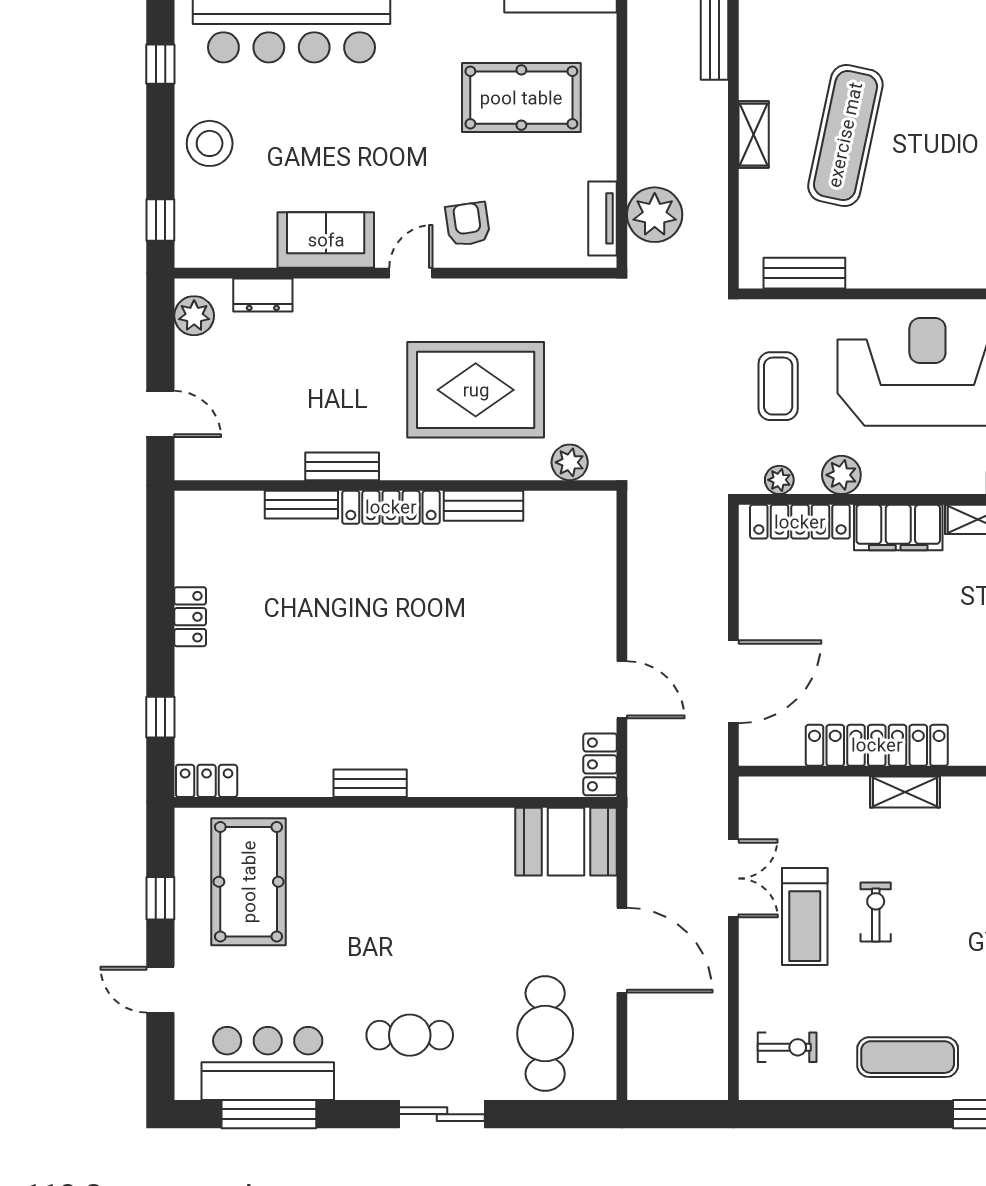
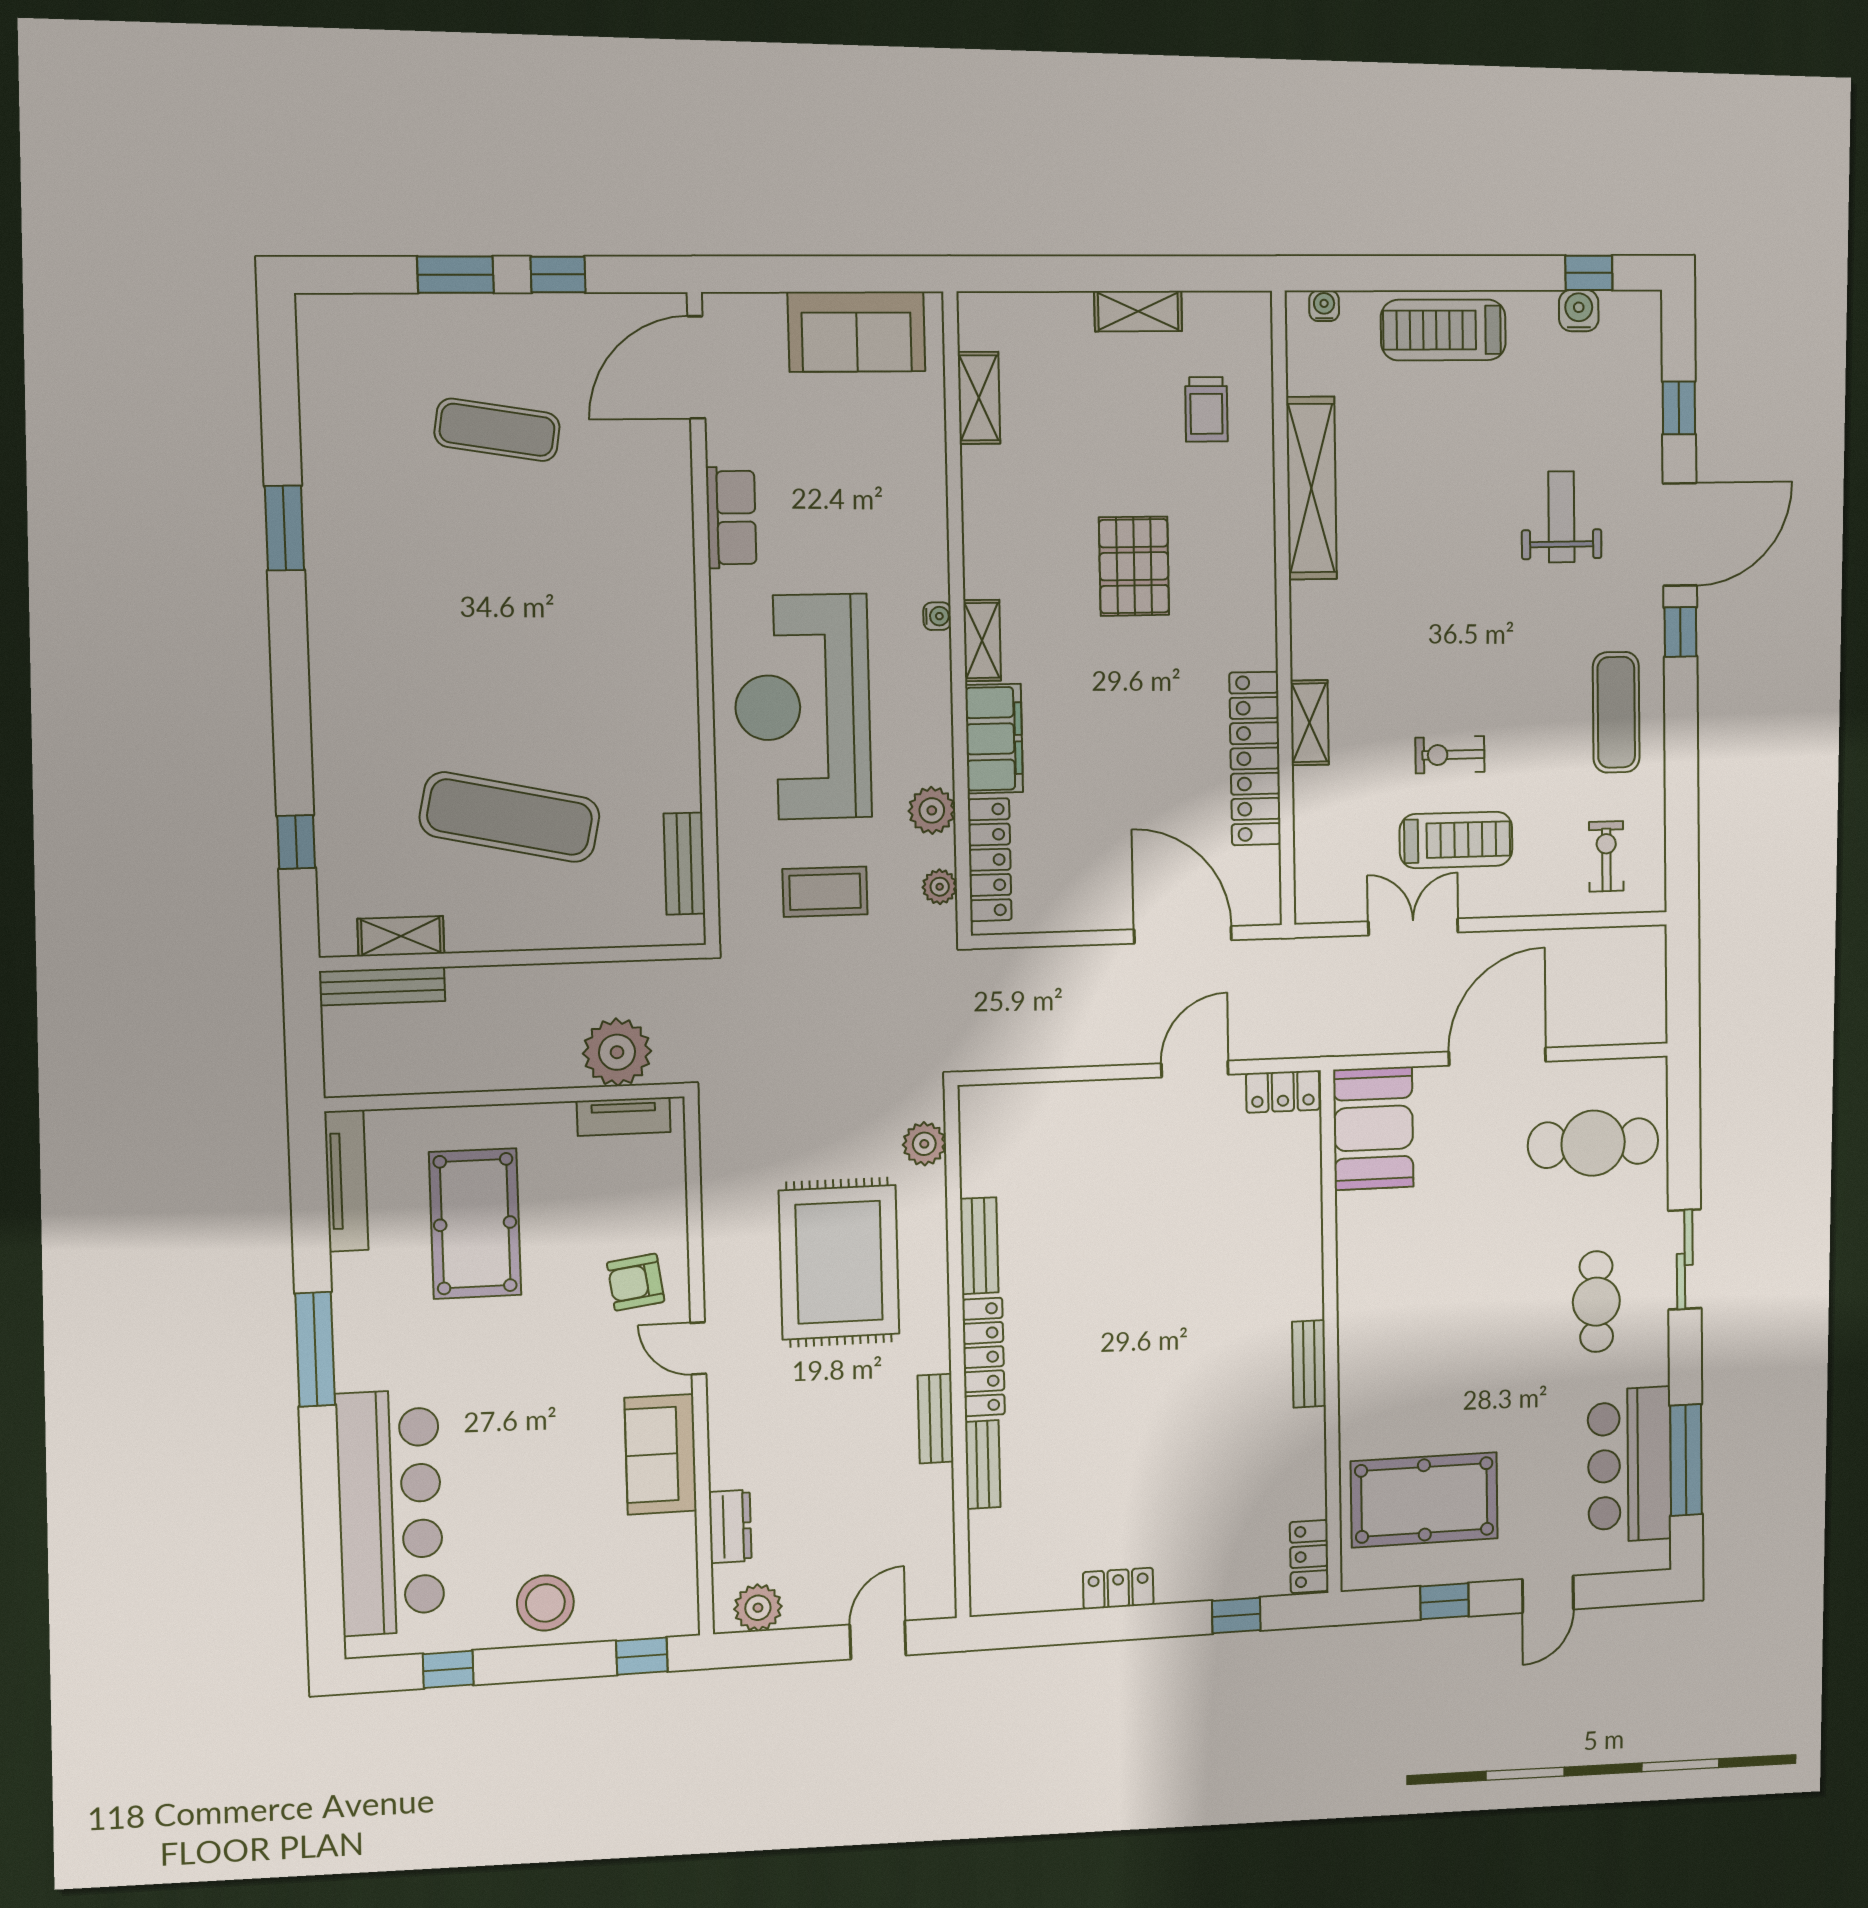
shelving: (754, 135) -> (401, 936), moved

